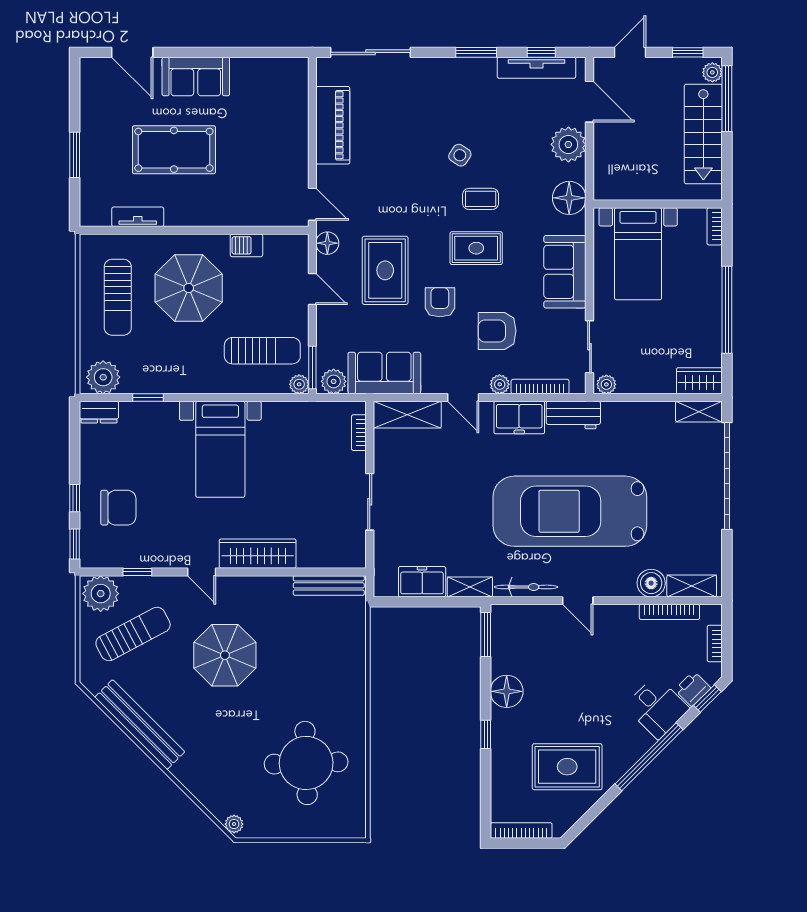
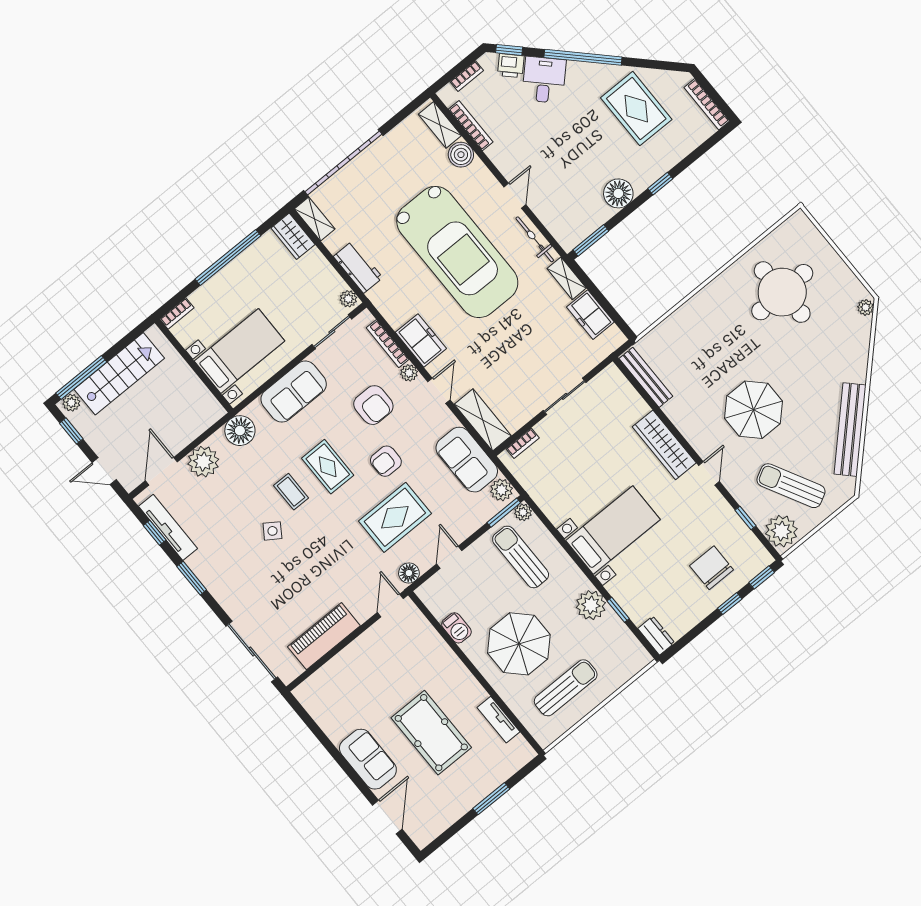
plant: (103, 377) -> (591, 605), moved
workbench: (573, 415) -> (358, 267), moved

